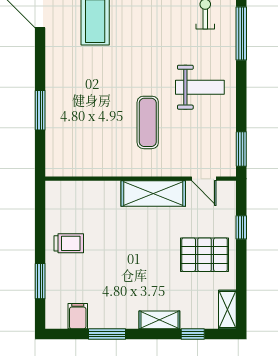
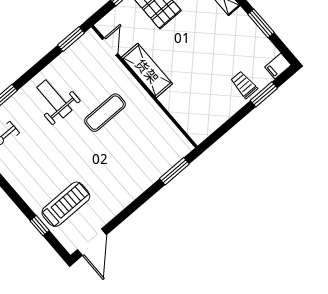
window: (40, 110) -> (174, 171), moved
trolley: (69, 243) -> (244, 85), moved
filing cabinet: (78, 316) -> (278, 66), moved

